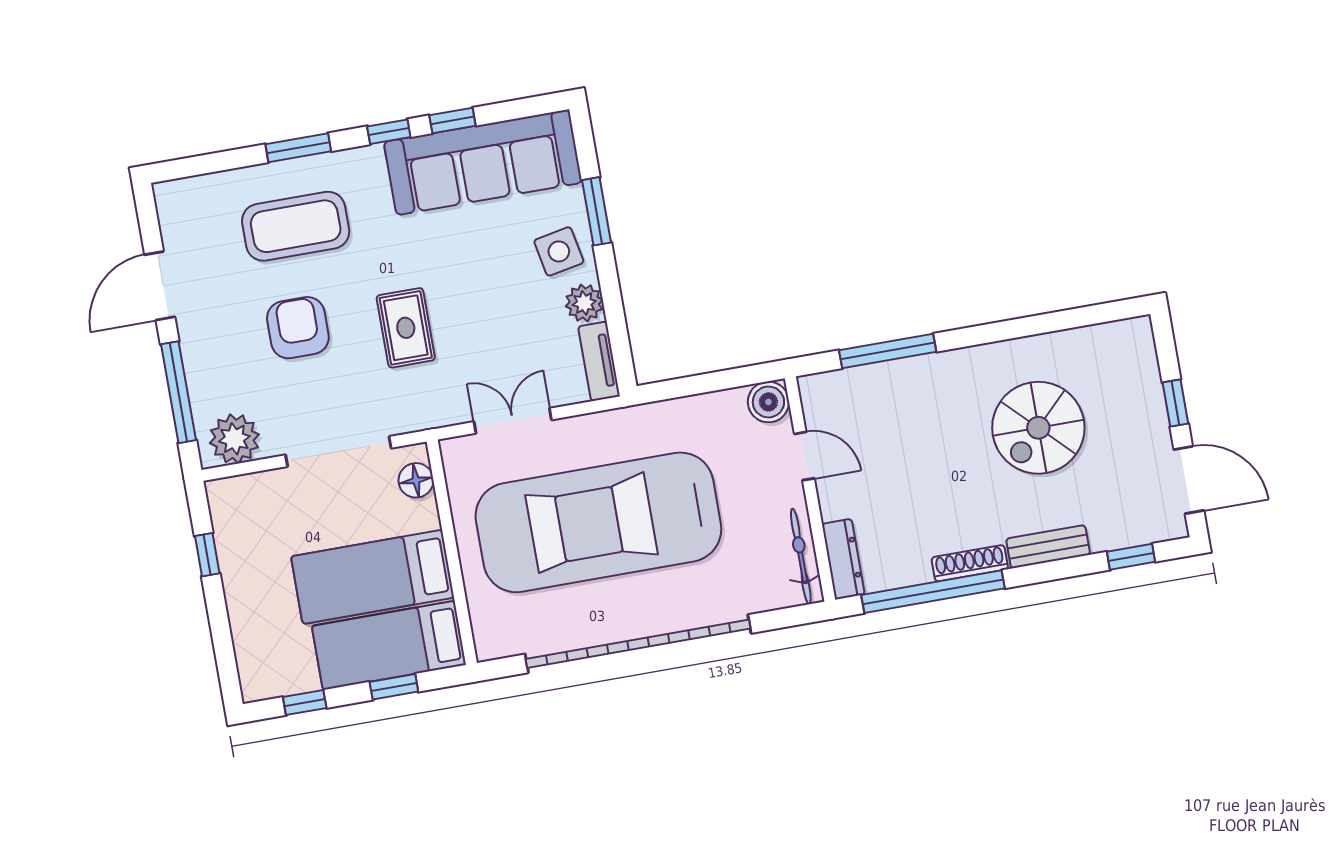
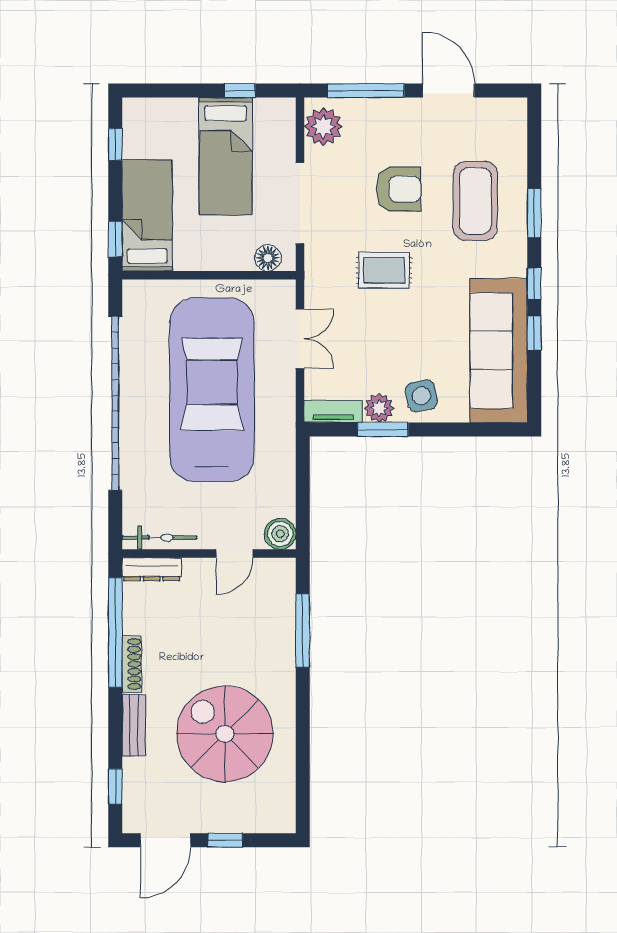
window: (597, 211) -> (383, 430), moved
spiral stairs: (1038, 428) -> (225, 734), width x1.37, depth x1.37
bed: (373, 577) -> (226, 156), moved, turned 180
window: (394, 687) -> (115, 239), moved

